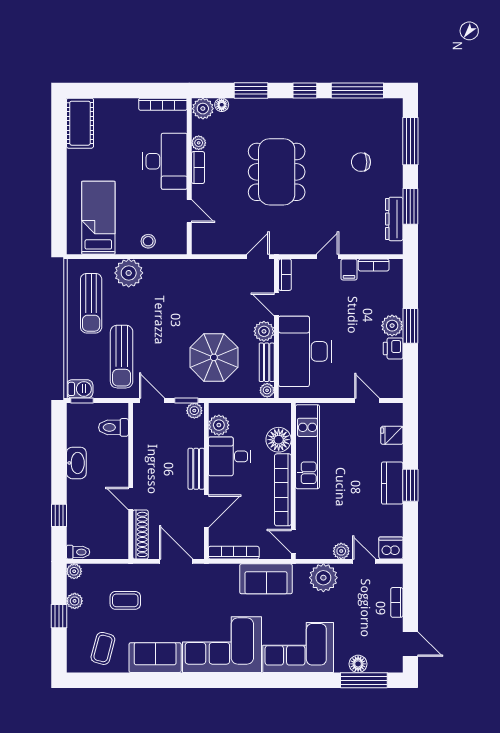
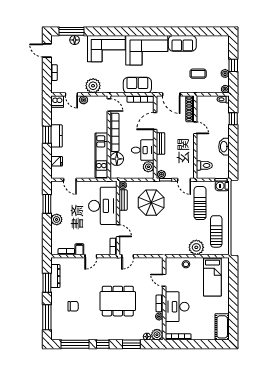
dining table: (277, 172) -> (118, 301), turned 90
window: (410, 326) -> (47, 204), moved
plant: (264, 331) -> (125, 216), removed
printer: (393, 348) -> (56, 207), removed
sofa: (266, 579) -> (137, 85), moved
coffee table: (103, 648) -> (210, 48), removed

